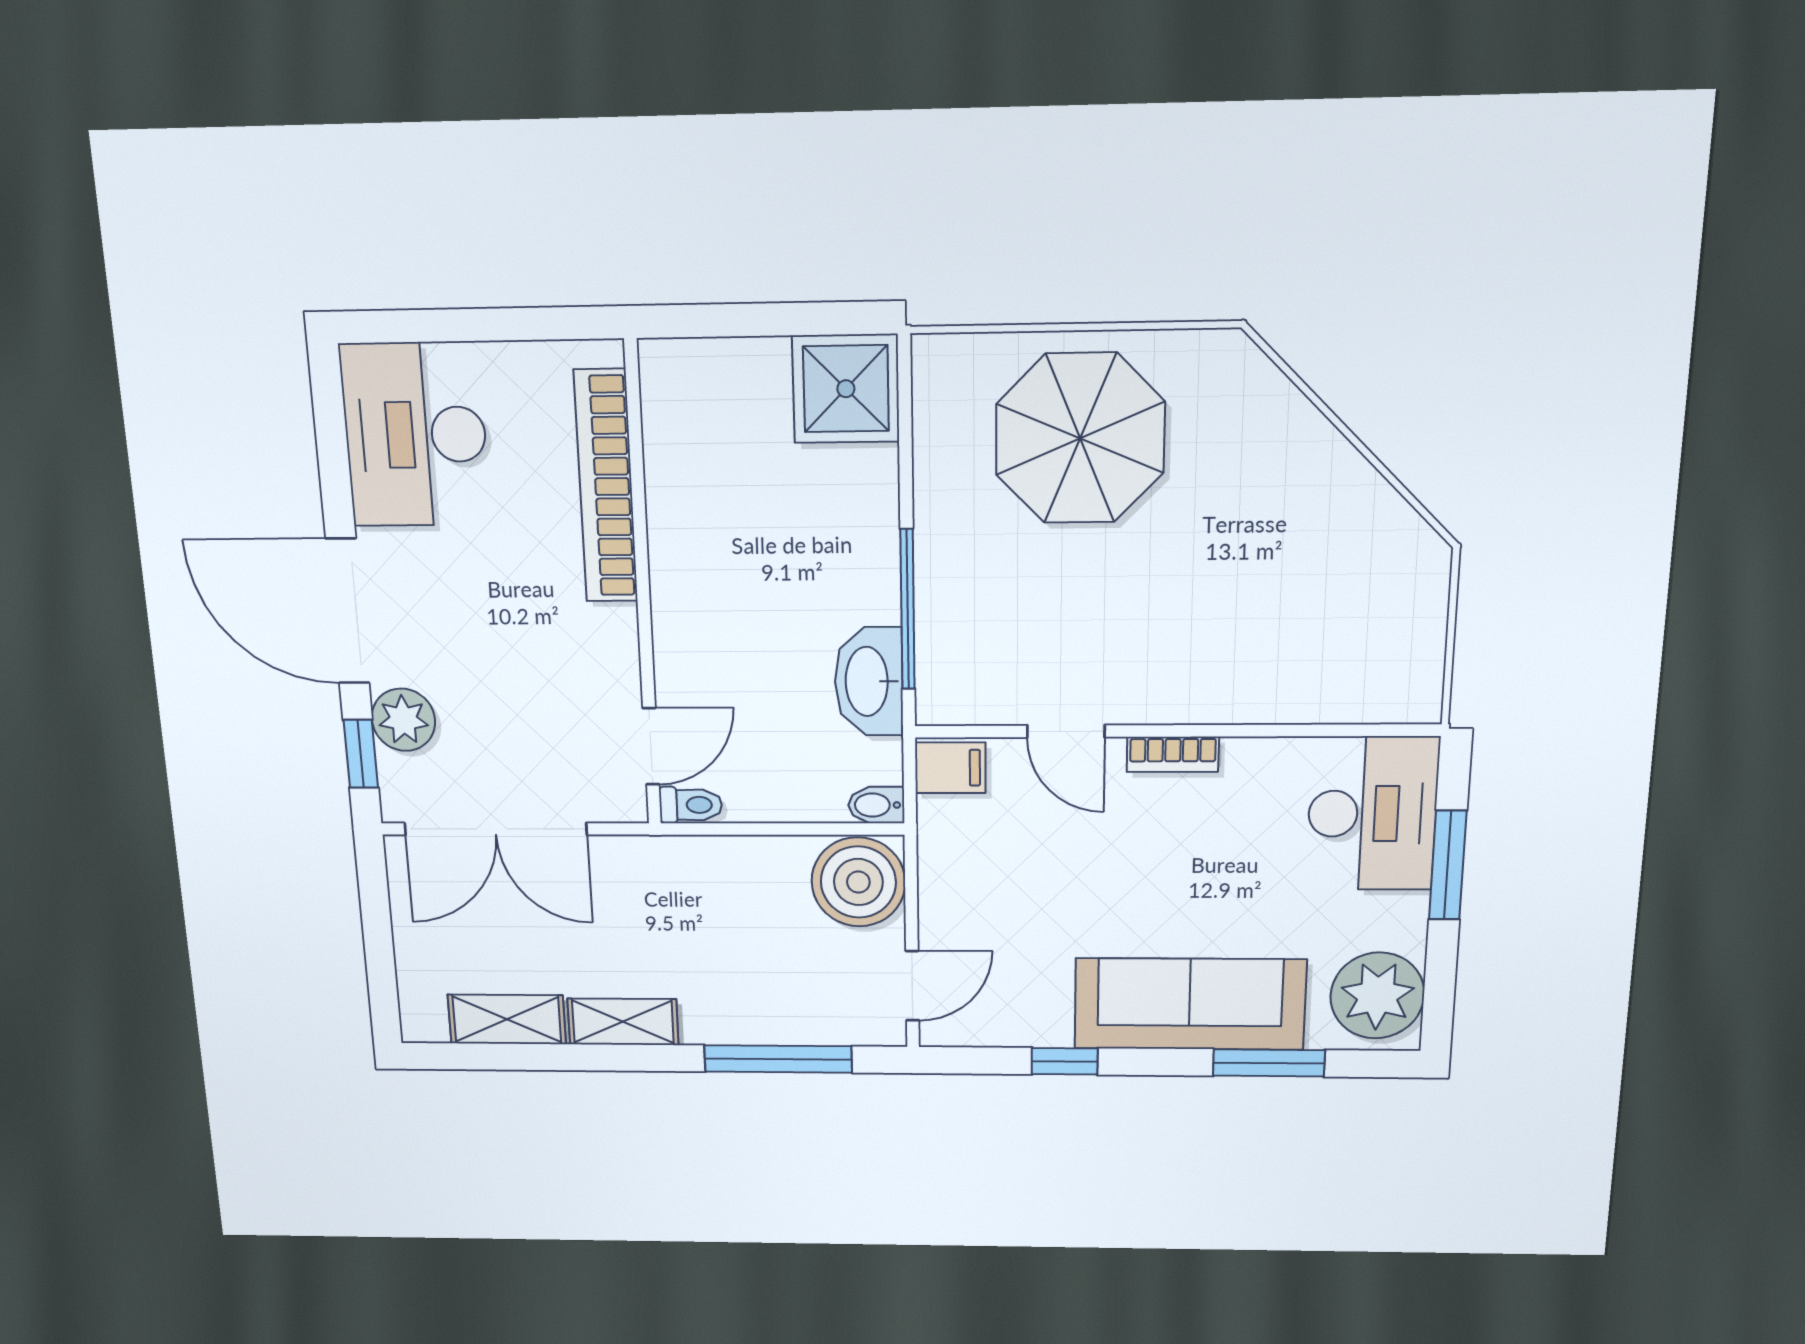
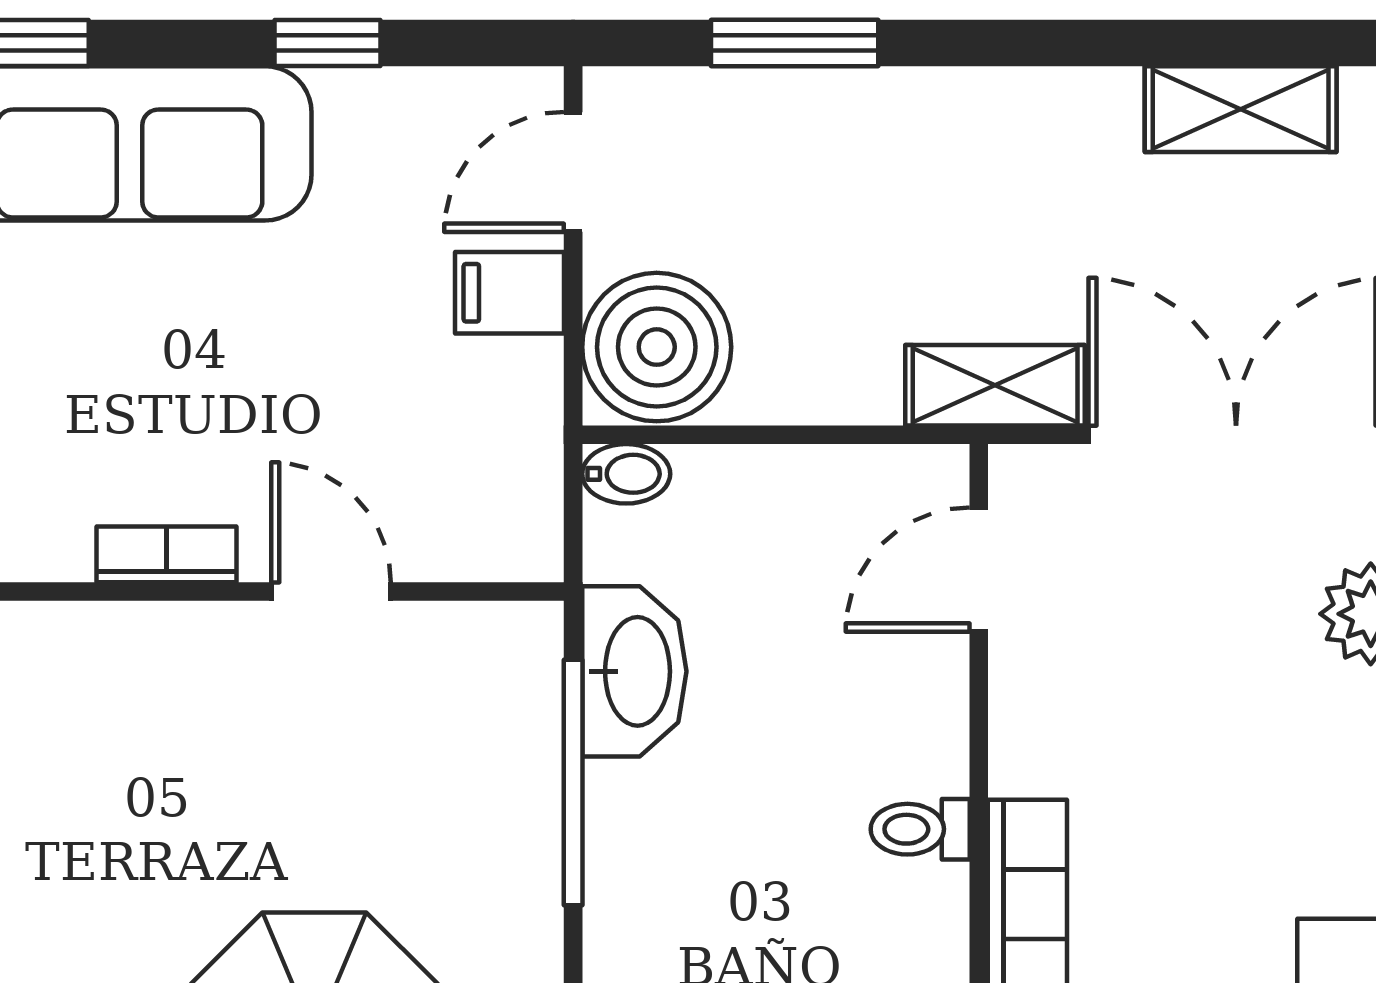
filing cabinet: (950, 768) -> (509, 293), moved
toilet: (691, 805) -> (920, 829), moved
shelving: (623, 1022) -> (995, 385), moved
window: (778, 1059) -> (795, 43), width x0.69

